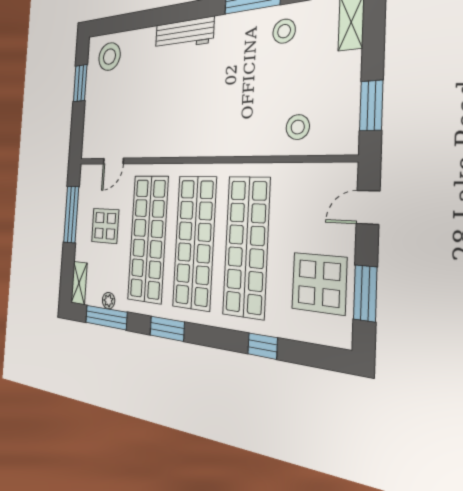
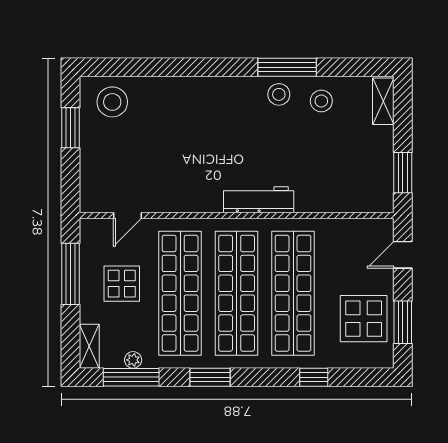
workbench: (184, 34) -> (259, 200), moved, turned 180
stool: (298, 127) -> (279, 94), moved

